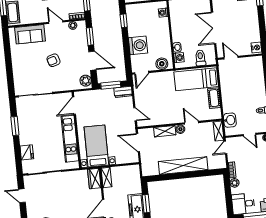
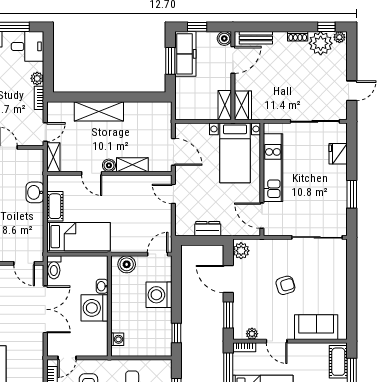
washing machine: (179, 58) -> (94, 308), moved, width x1.89, depth x1.89
toilet: (200, 58) -> (54, 267), moved
window: (111, 85) -> (205, 240), removed
dresser: (123, 92) -> (208, 229), moved
door: (74, 106) -> (262, 216), swing flipped
washbasin: (230, 120) -> (35, 192), moved
shelving: (183, 166) -> (99, 111), width x0.68
door: (22, 196) -> (352, 91), hinge flipped

